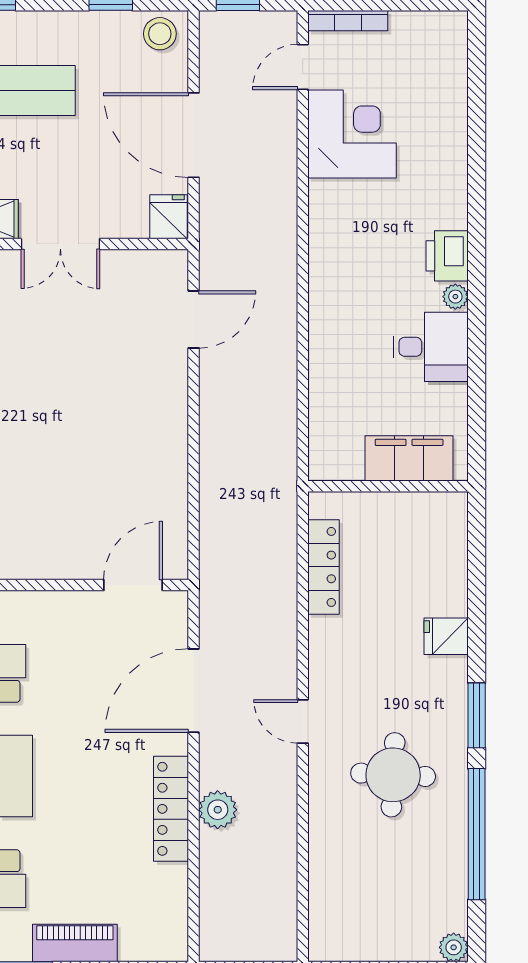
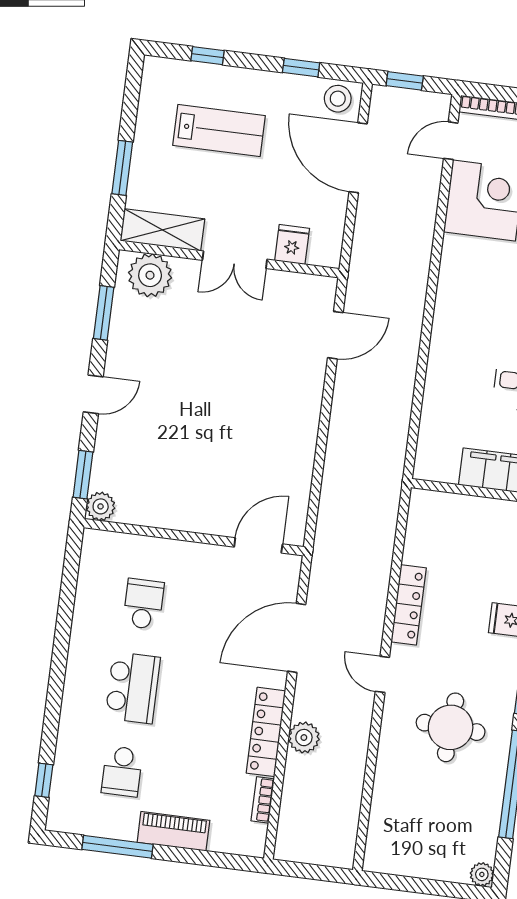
door: (194, 135) -> (358, 158), moved
fridge: (169, 217) -> (292, 245), moved
locker: (323, 567) -> (409, 605), moved
bookcase: (178, 891) -> (263, 800), added

